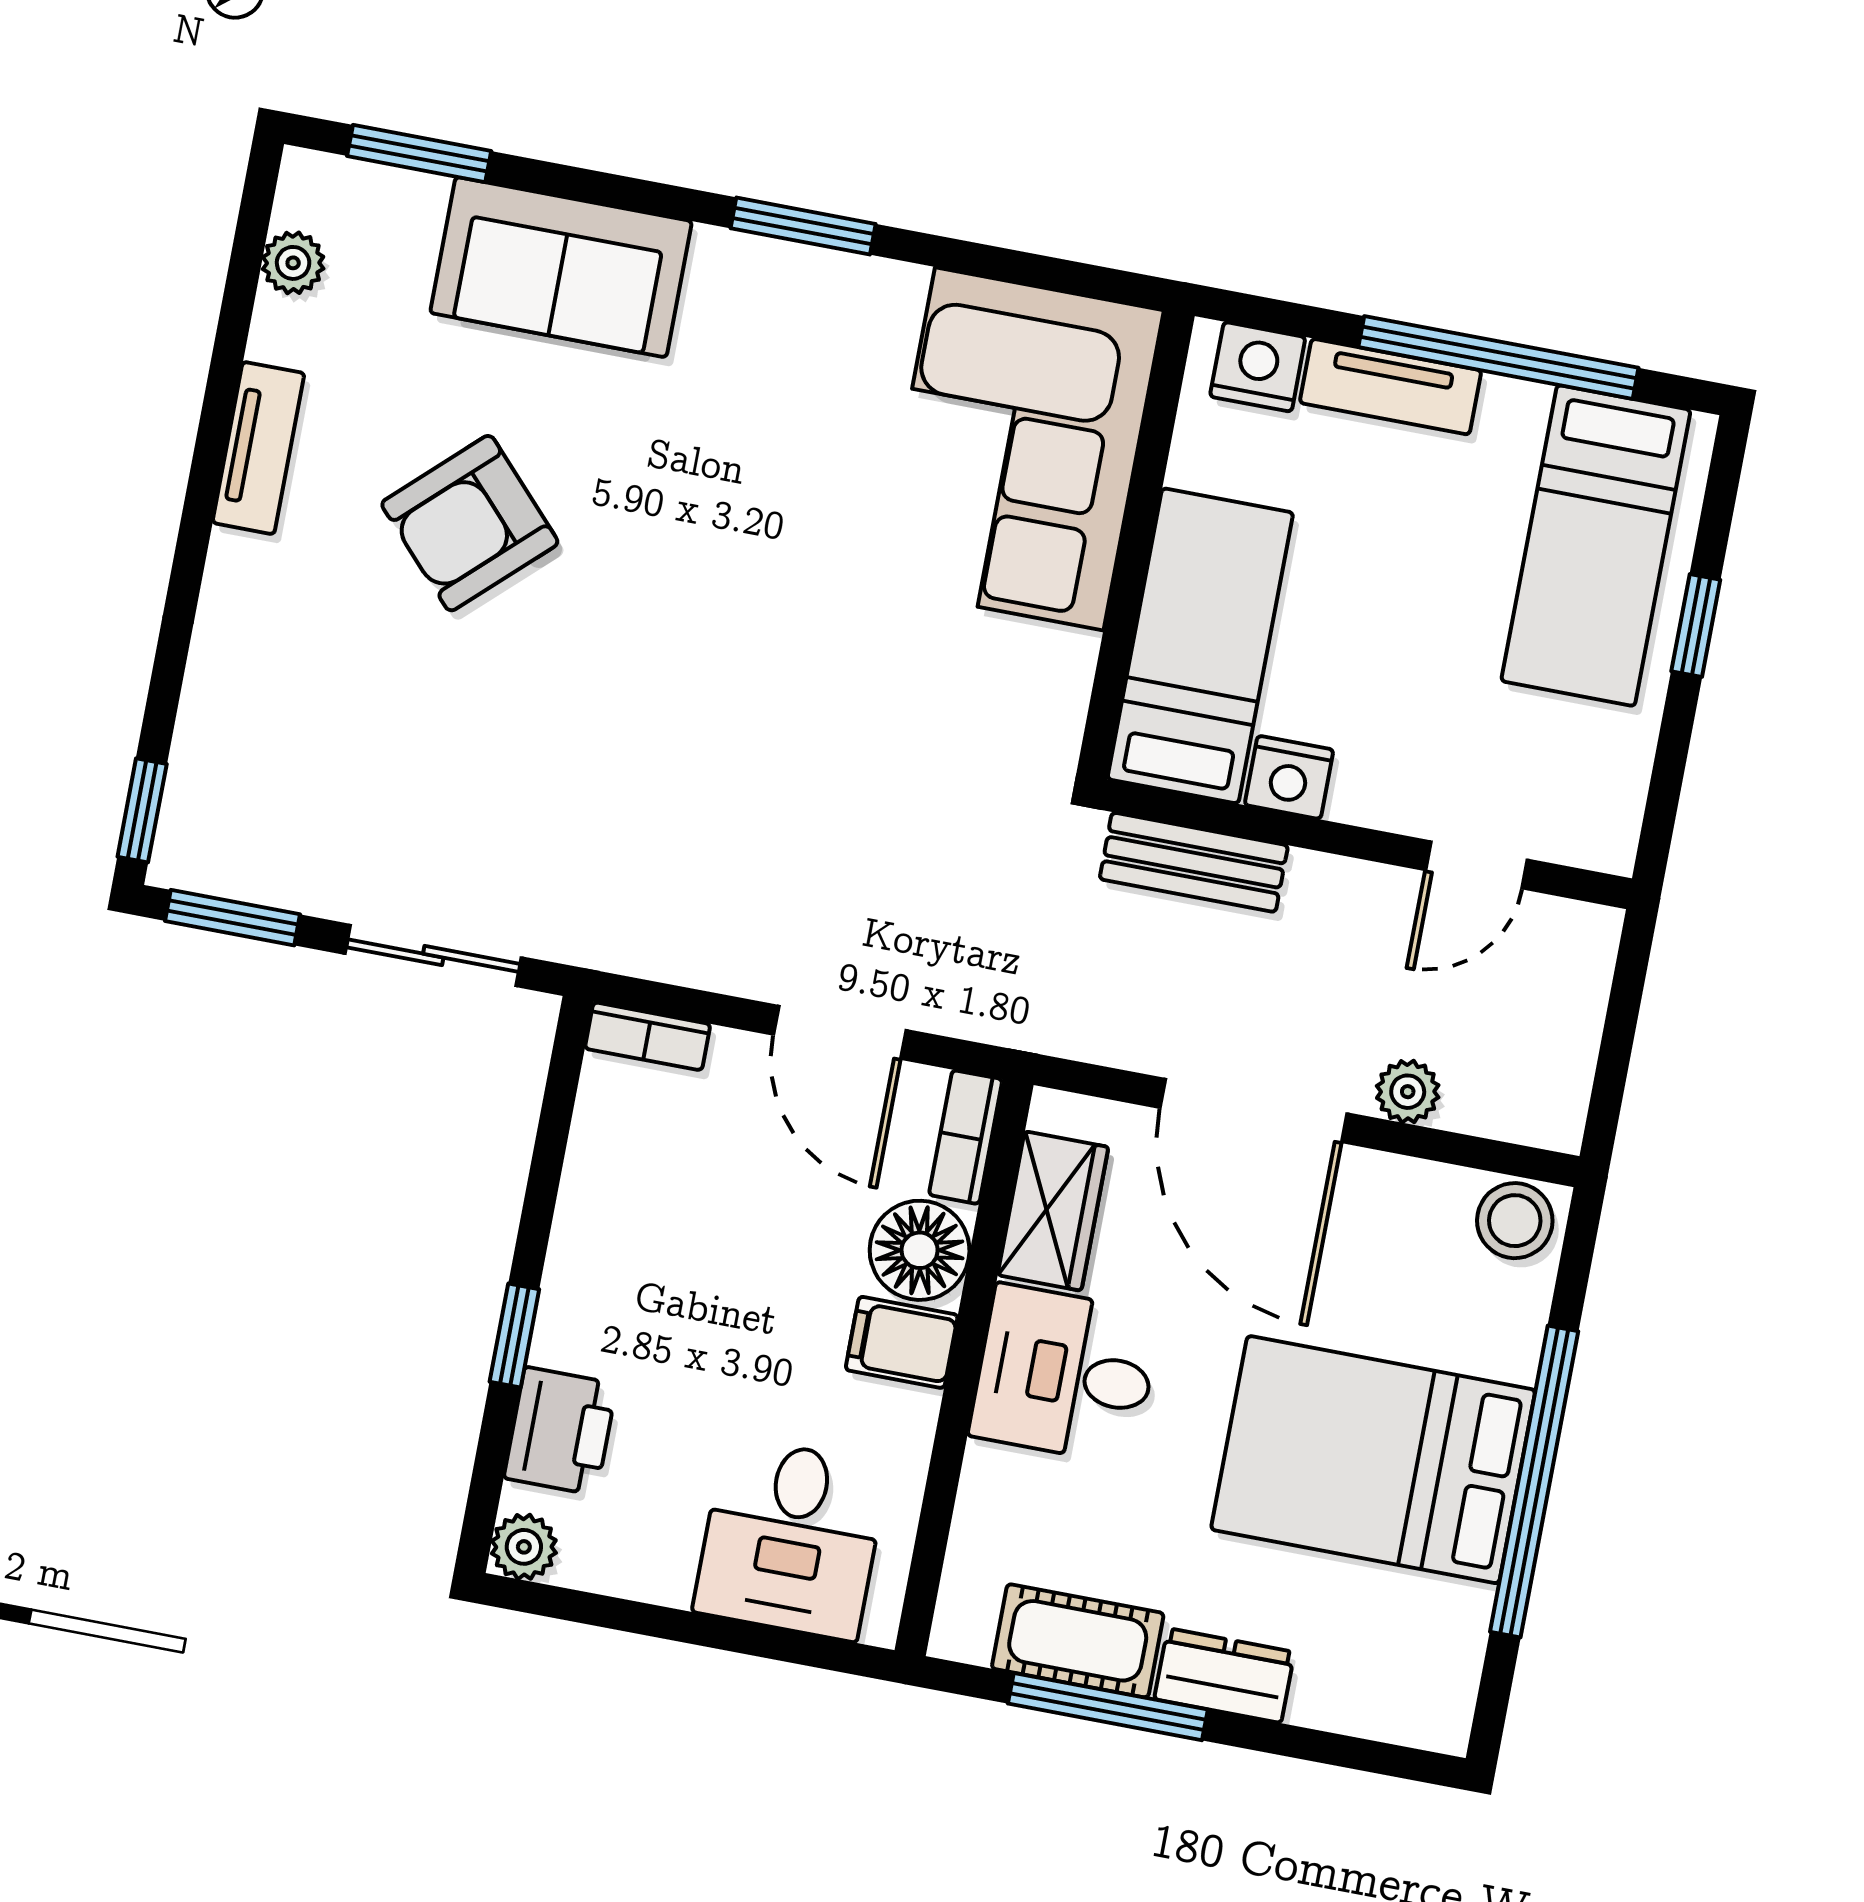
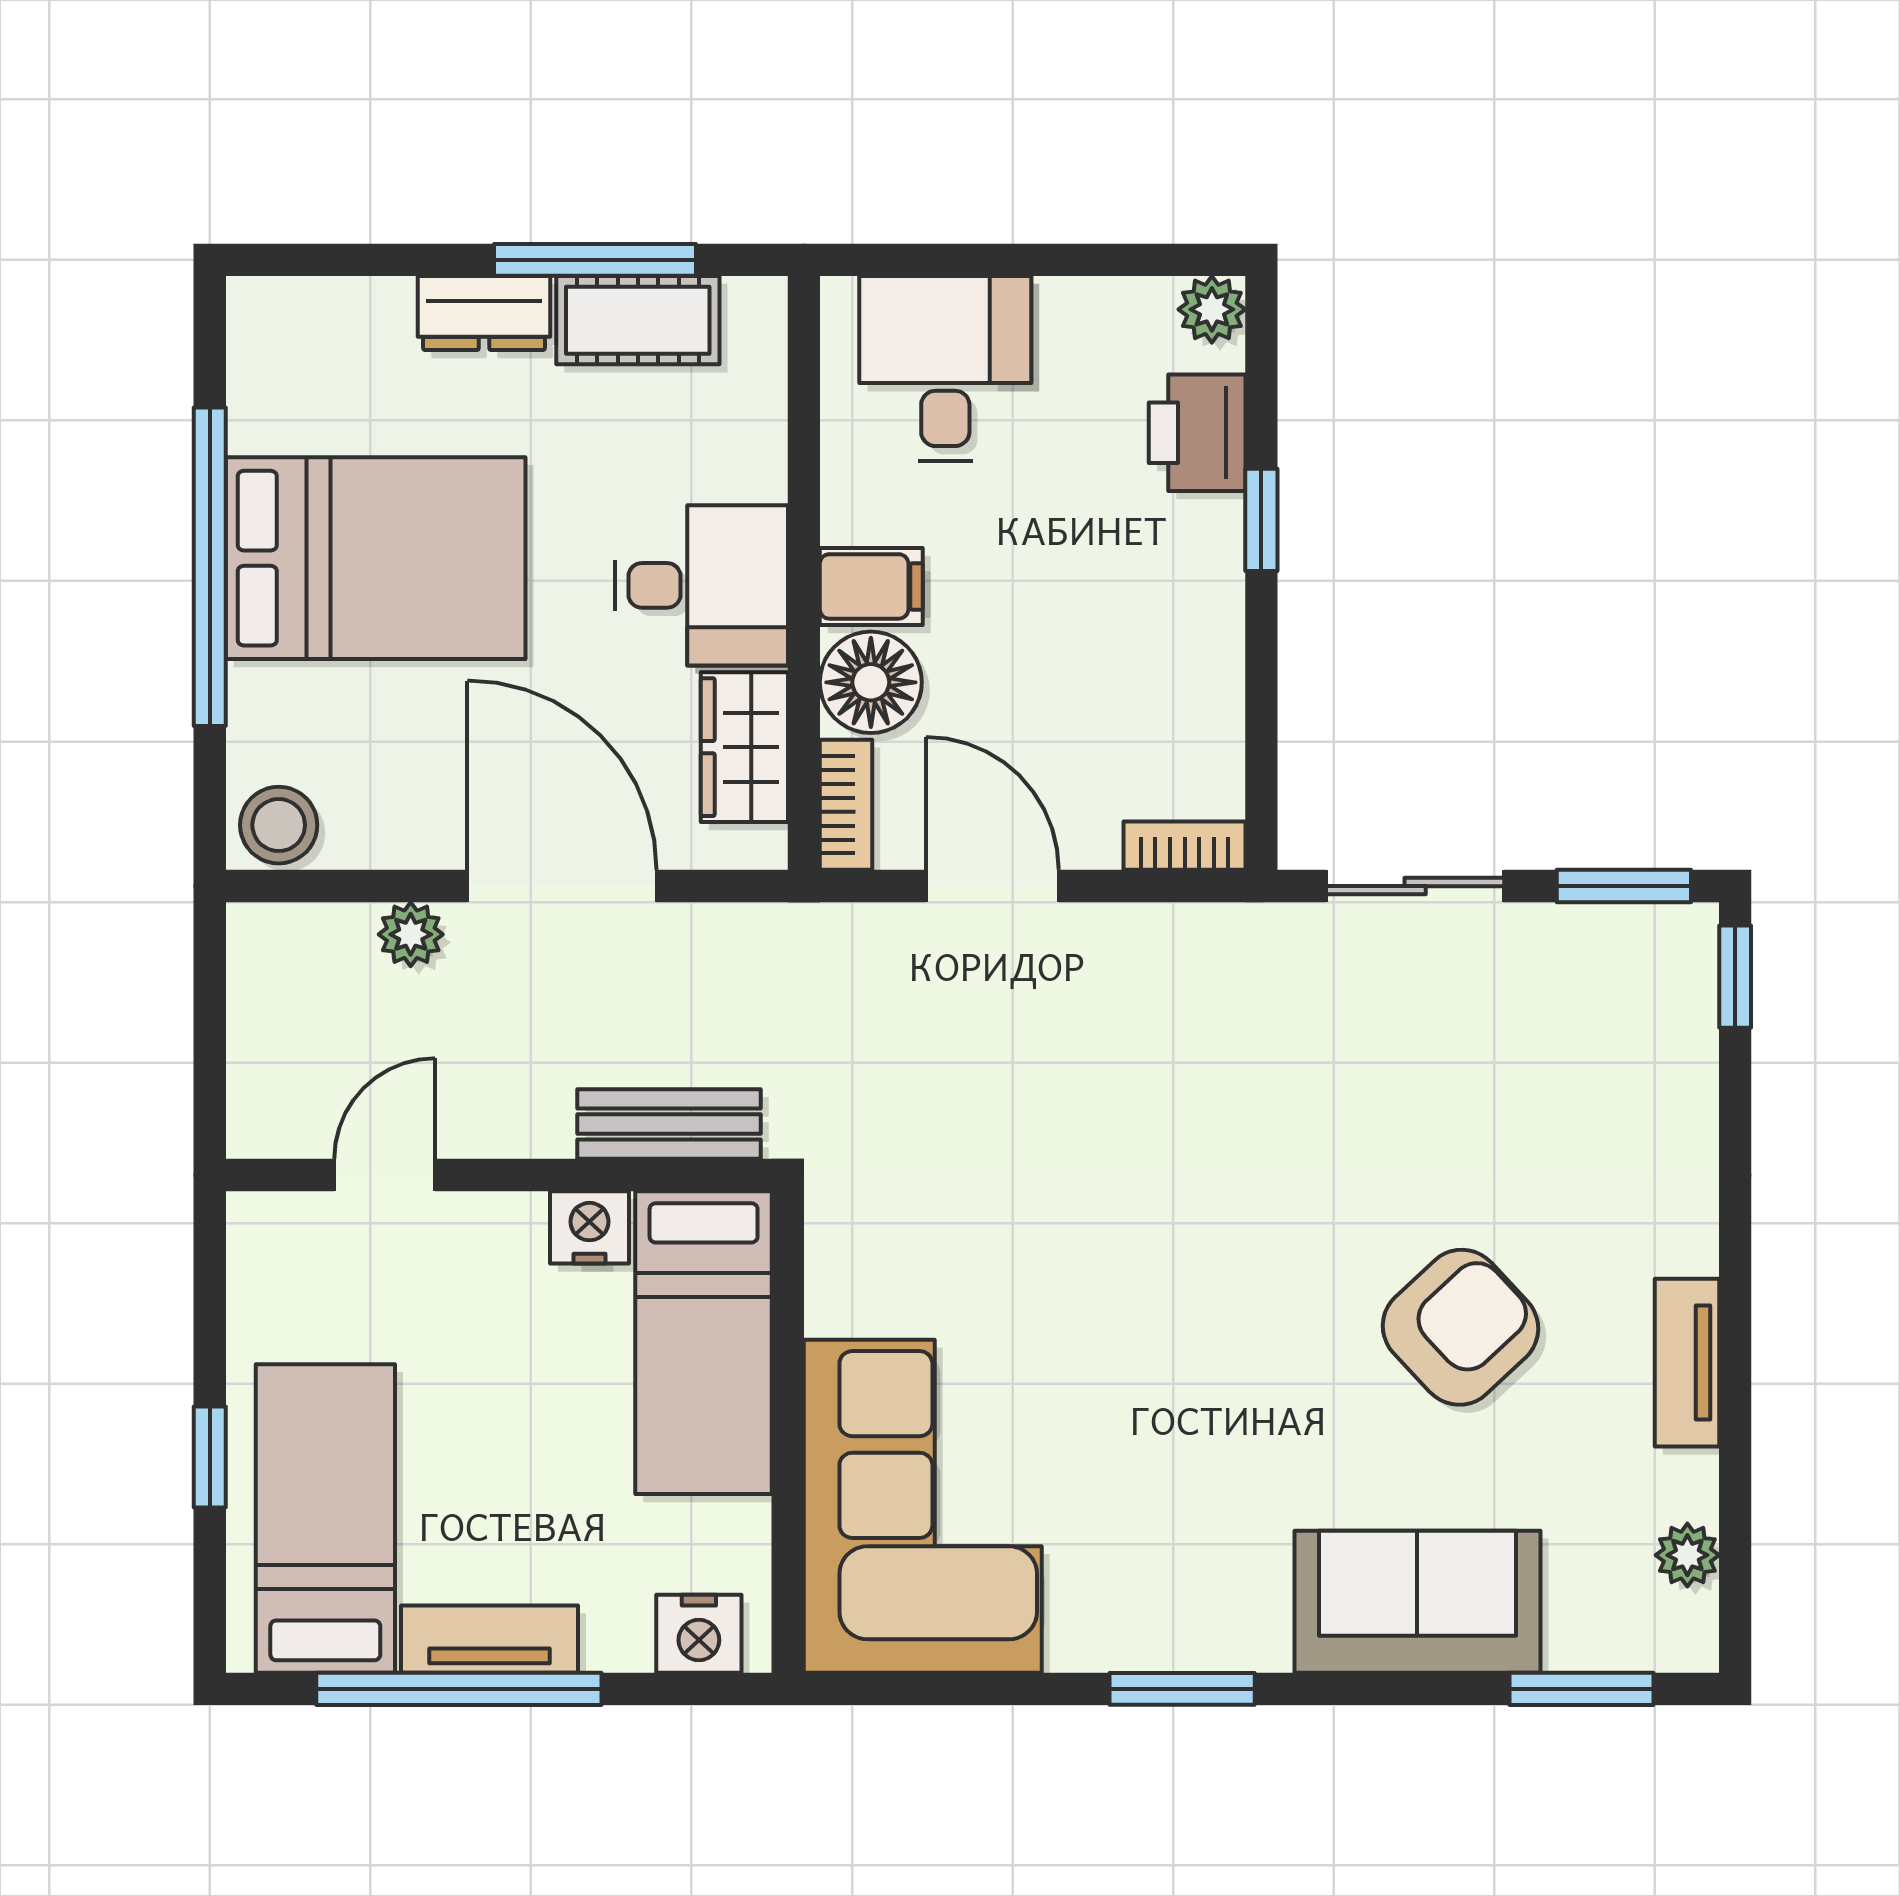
tv unit: (1391, 387) -> (489, 1639), moved

